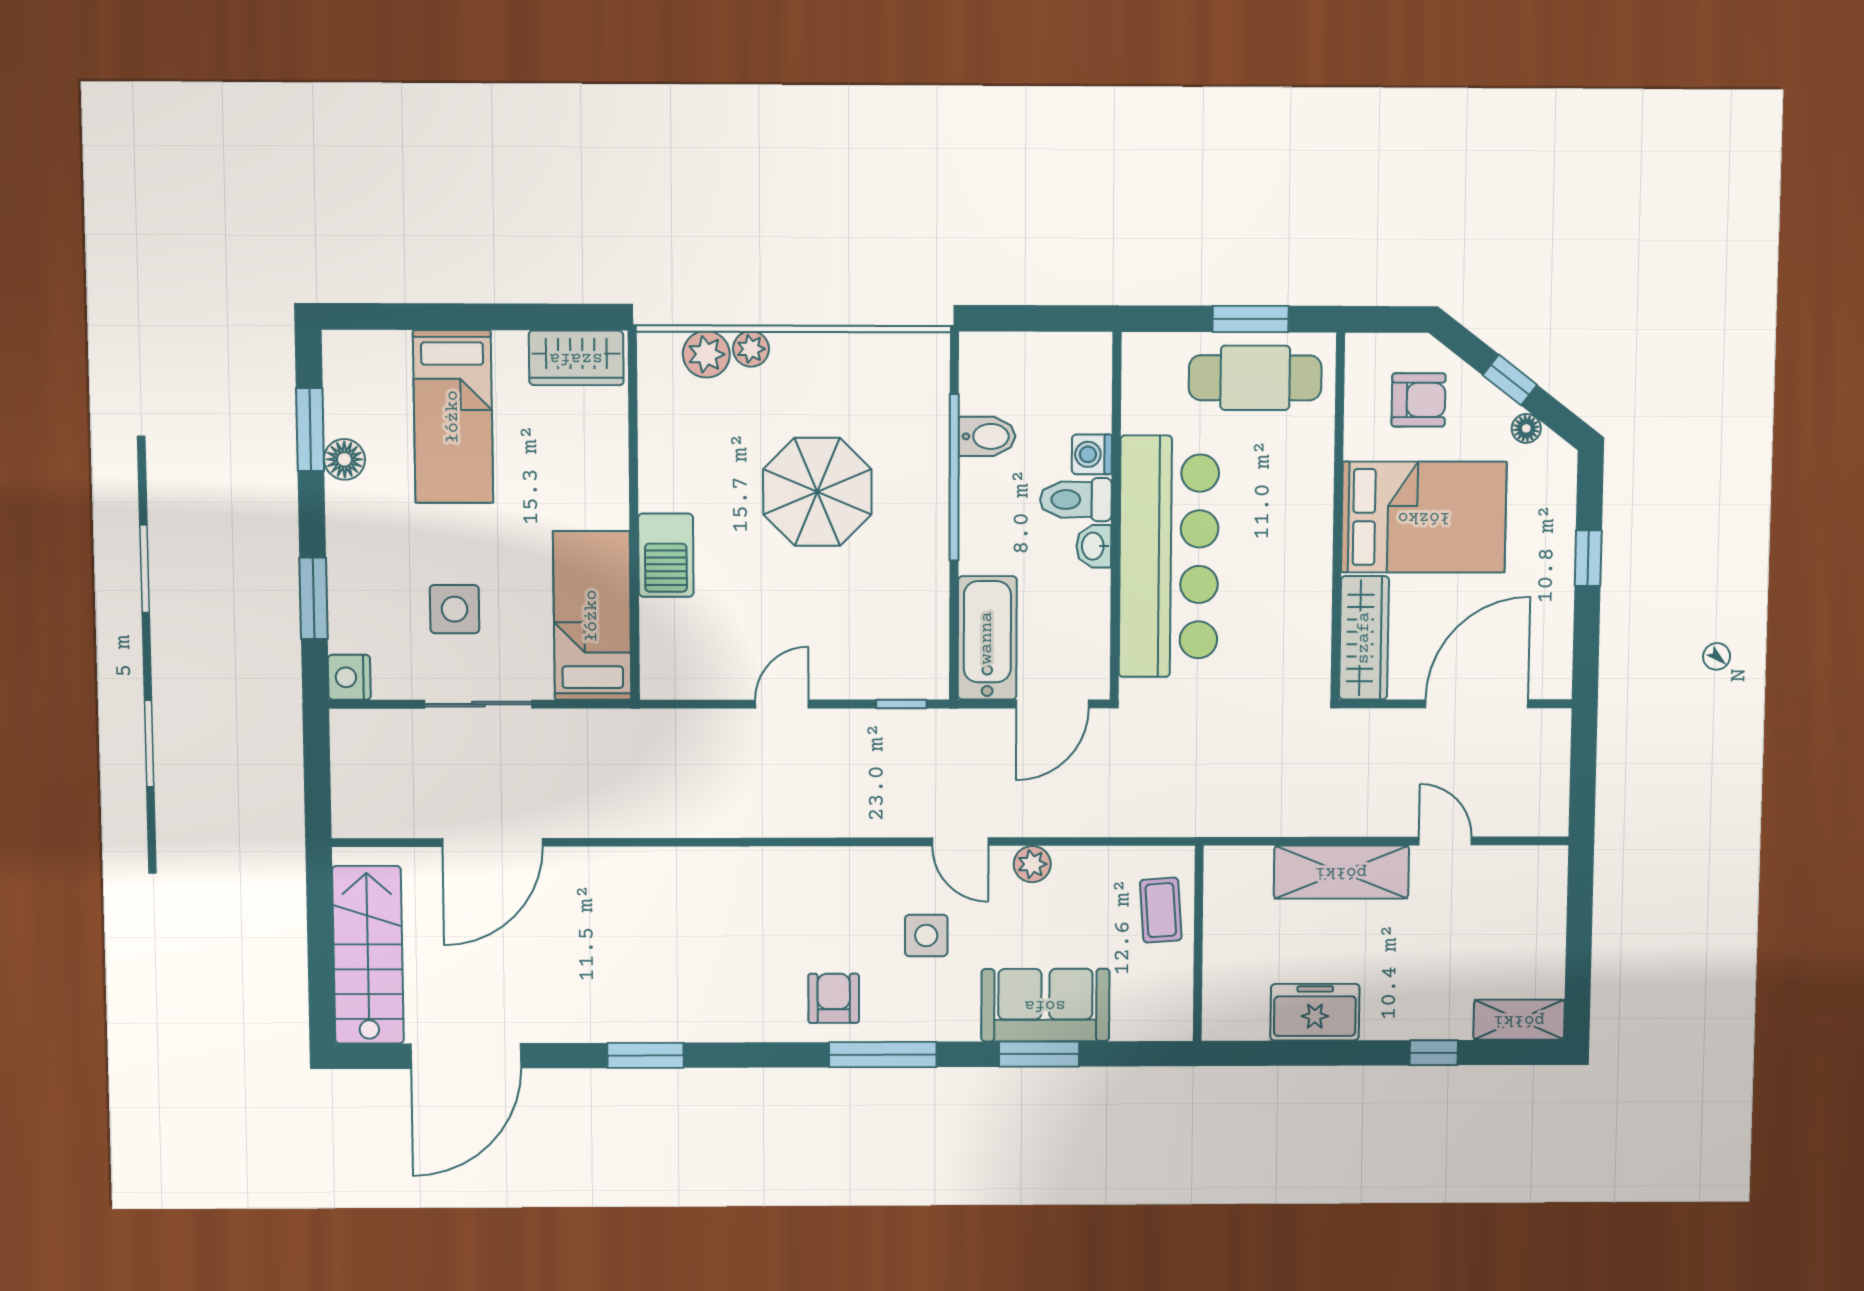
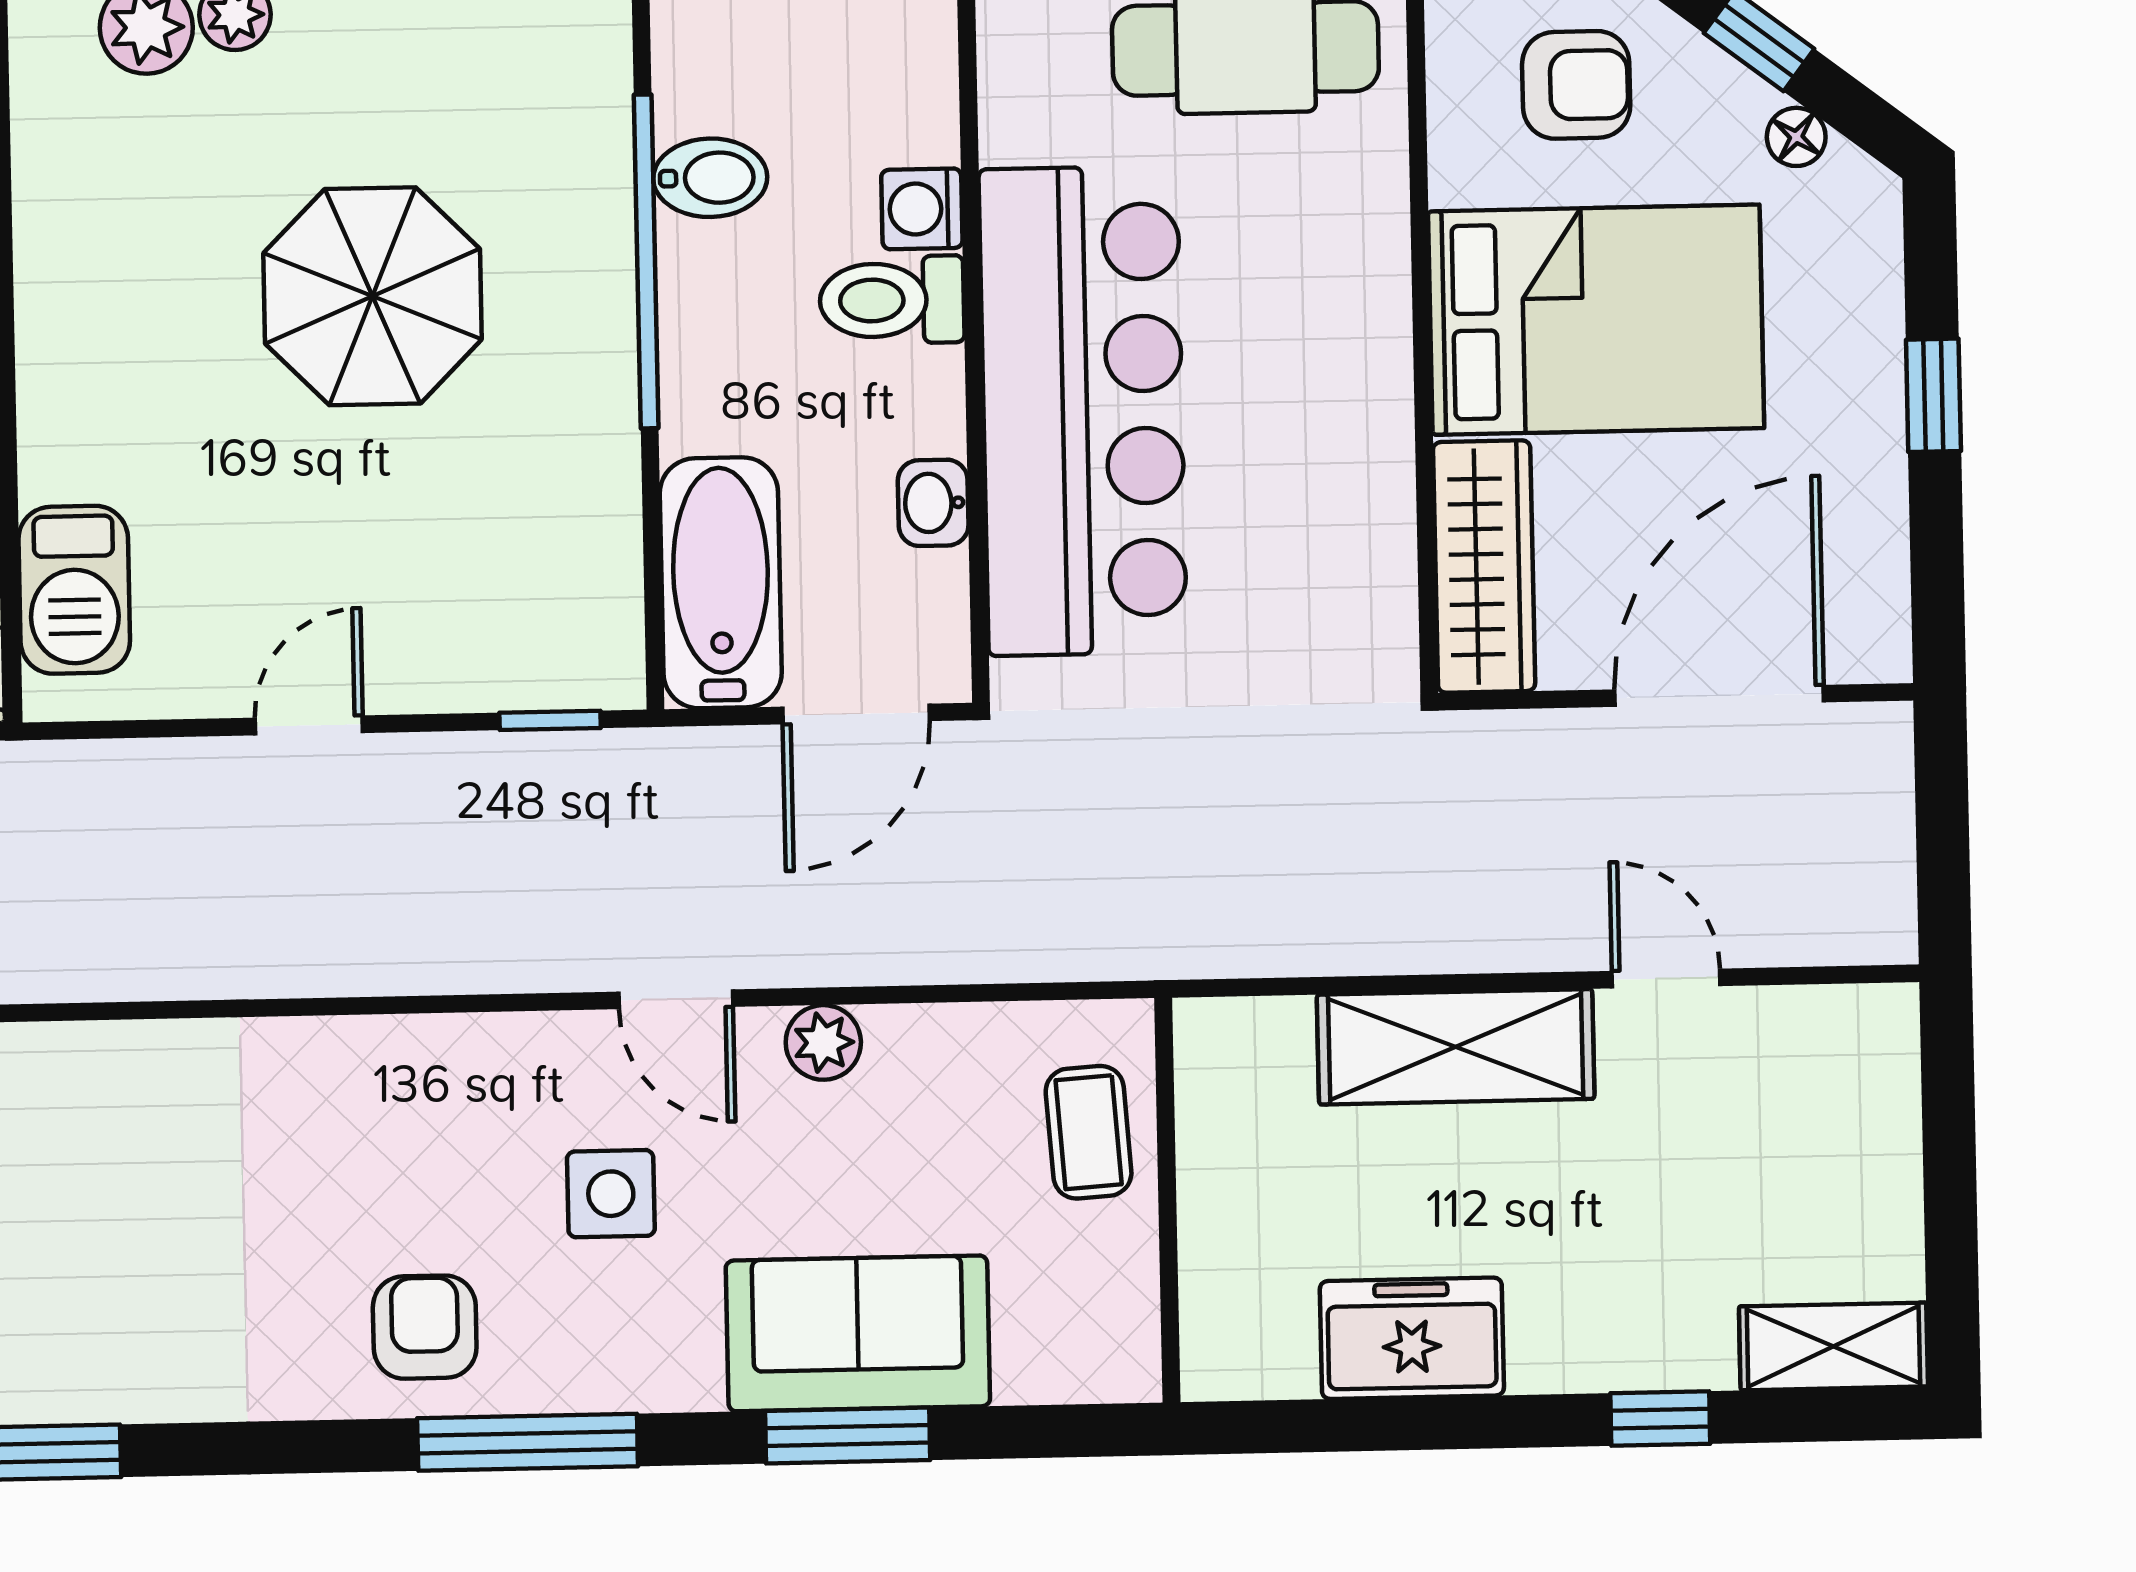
washbasin: (1094, 546) -> (933, 503), moved
barbecue: (666, 555) -> (74, 590), moved

